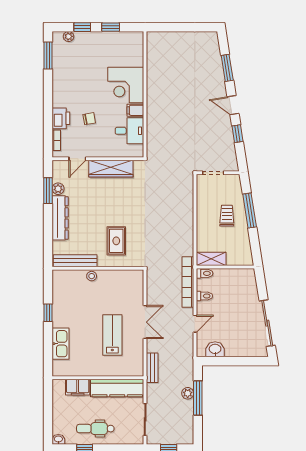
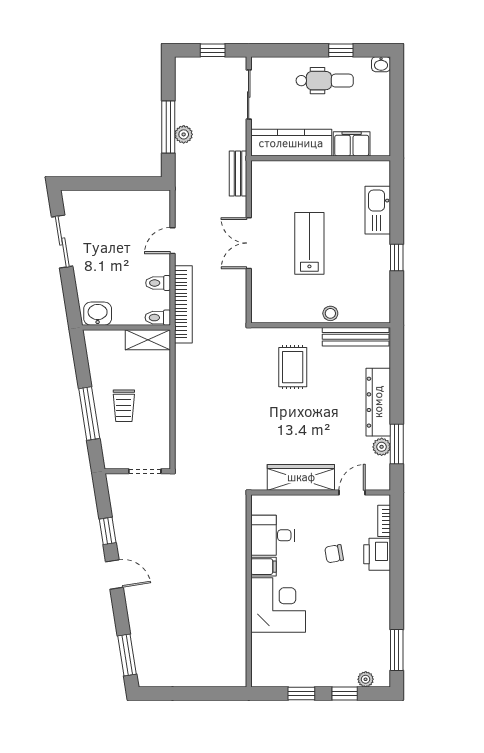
window: (227, 68) -> (127, 655), moved
sliding door: (267, 323) -> (62, 242), width x0.73
lab bench: (112, 335) -> (309, 243), moved, turned 180
washbasin: (215, 349) -> (98, 314), moved, turned 180

